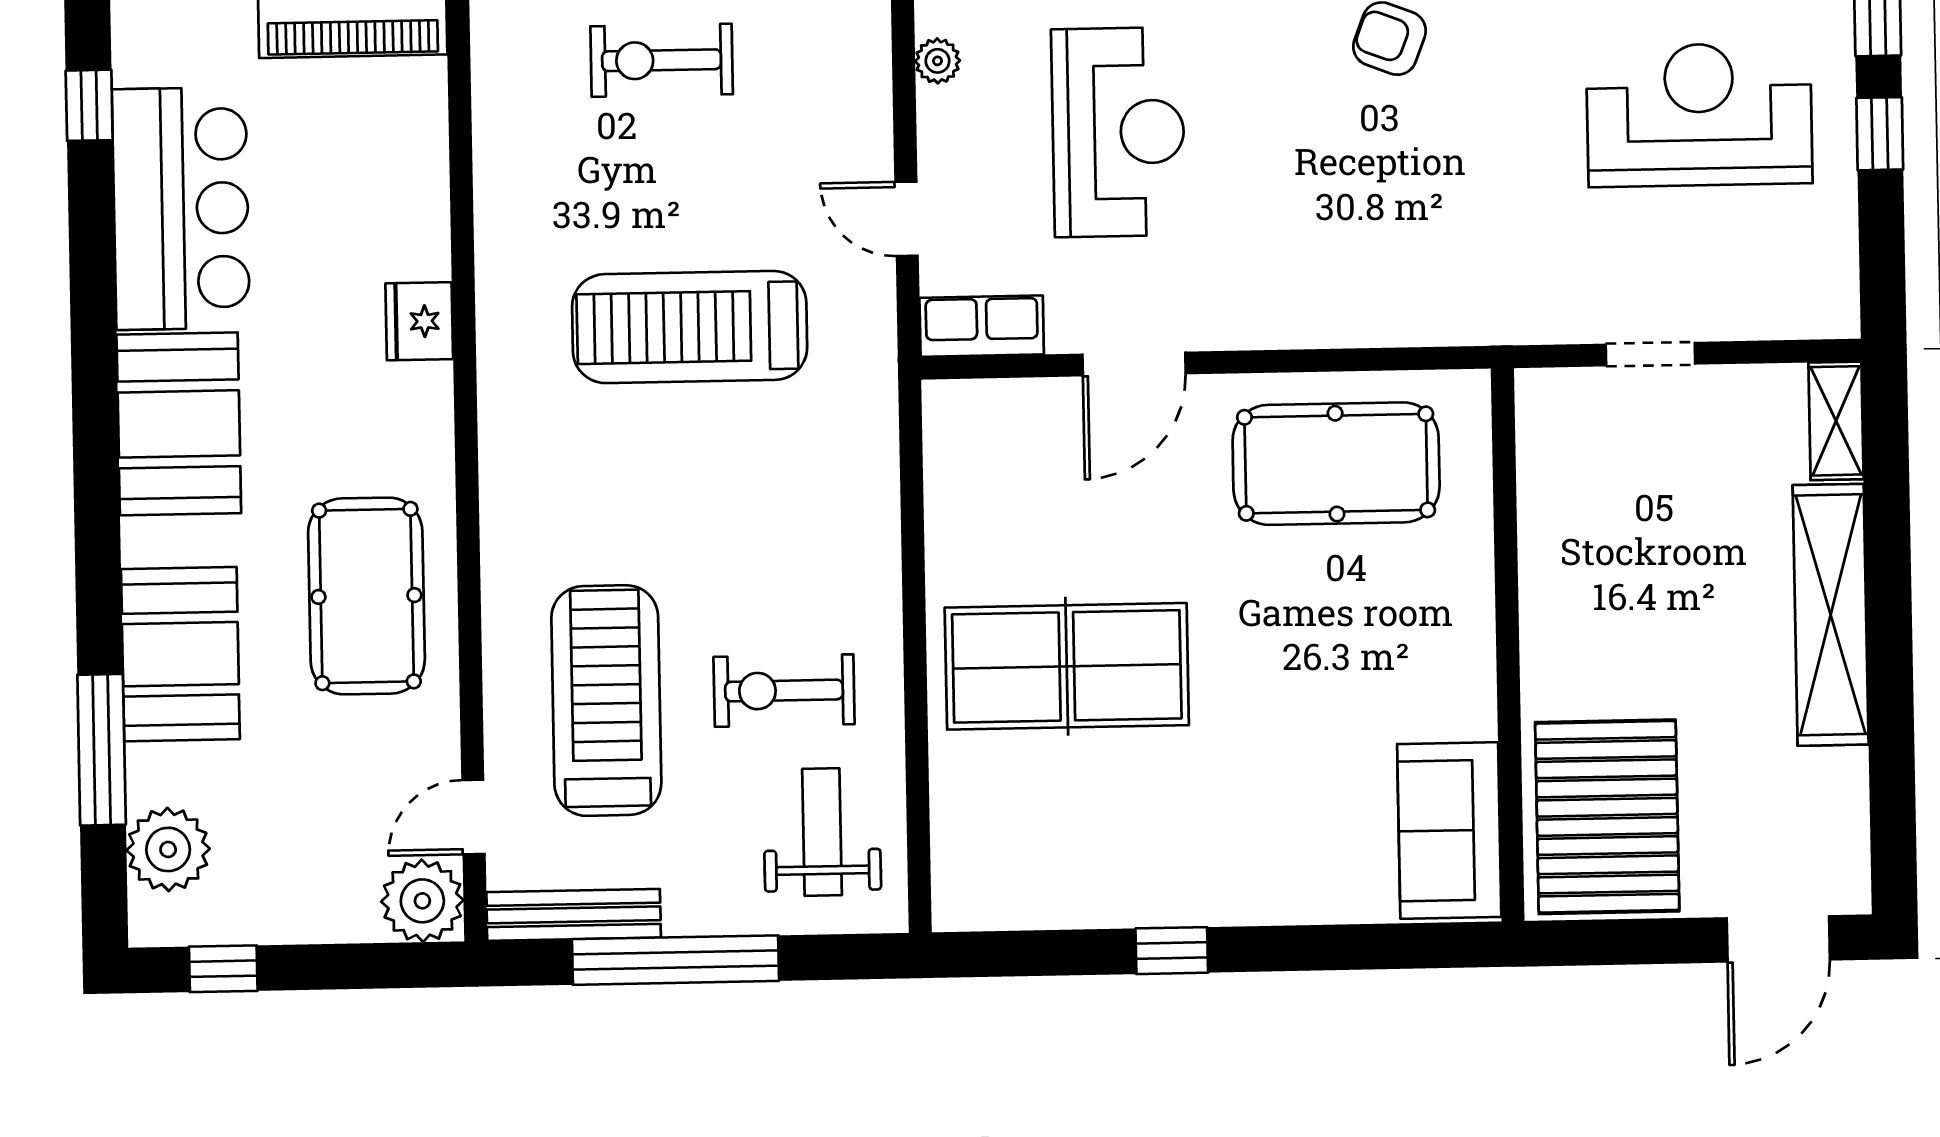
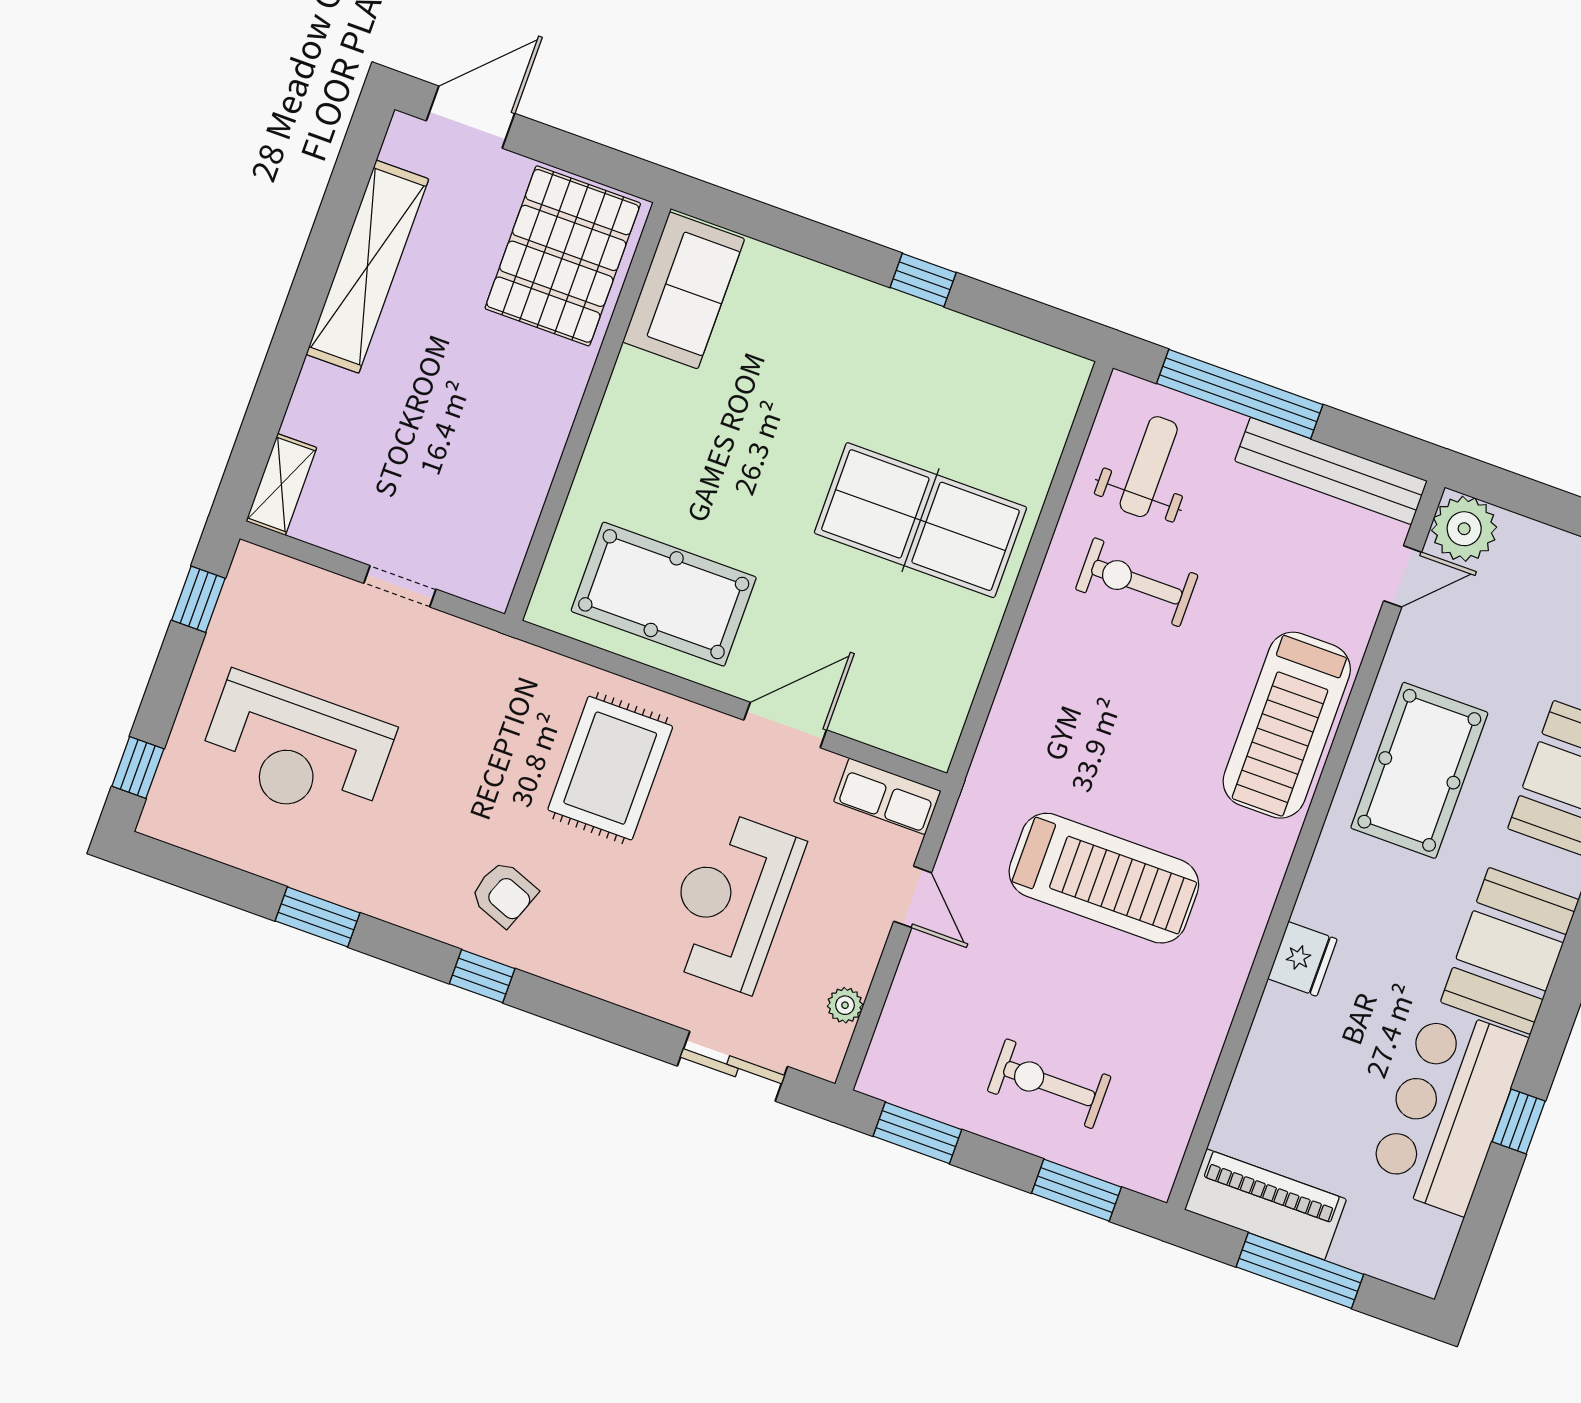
exercise bike: (662, 60) -> (1049, 1084), turned 180
window: (89, 105) -> (1519, 1121), moved
window: (1880, 134) -> (198, 599), moved
rug: (1321, 235) -> (610, 768), added
shelving: (1831, 615) -> (367, 267), moved
exercise bike: (784, 691) -> (1137, 582), turned 180
treadmill: (606, 701) -> (1287, 725), moved
weight bench: (822, 832) -> (1149, 467), turned 180
bench: (574, 915) -> (1331, 471), width x1.37, depth x1.21
window: (675, 960) -> (1240, 394), moved

